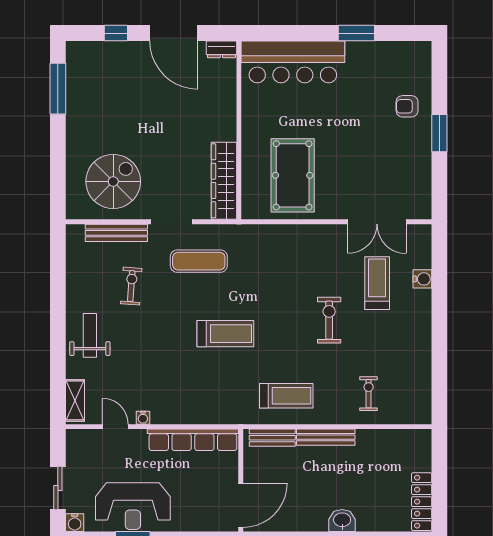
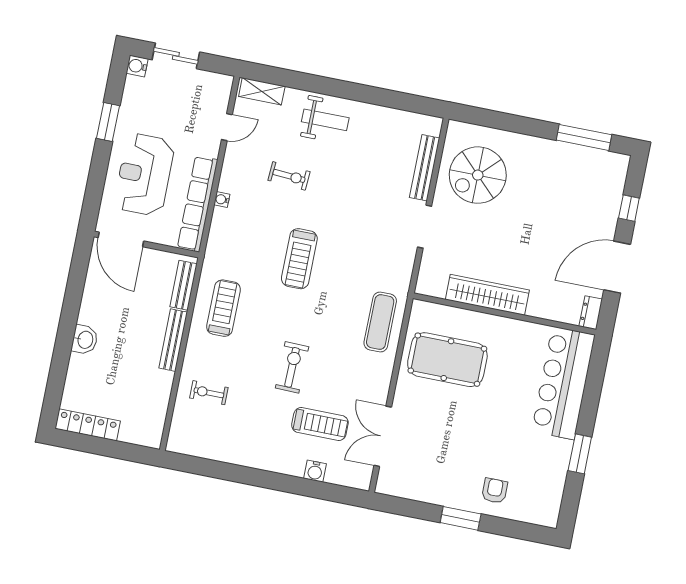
spiral stairs: (113, 181) -> (478, 175), turned 90
wardrobe: (224, 181) -> (487, 295), moved
exercise mat: (199, 261) -> (380, 322), moved
exercise bike: (131, 286) -> (289, 176), moved
exercise bike: (329, 320) -> (292, 367), turned -89
exercise bike: (369, 394) -> (209, 393), turned 180
treadmill: (286, 396) -> (223, 308), turned 180
water cooler: (143, 418) -> (222, 200), moved
reception desk: (133, 506) -> (144, 175), moved

